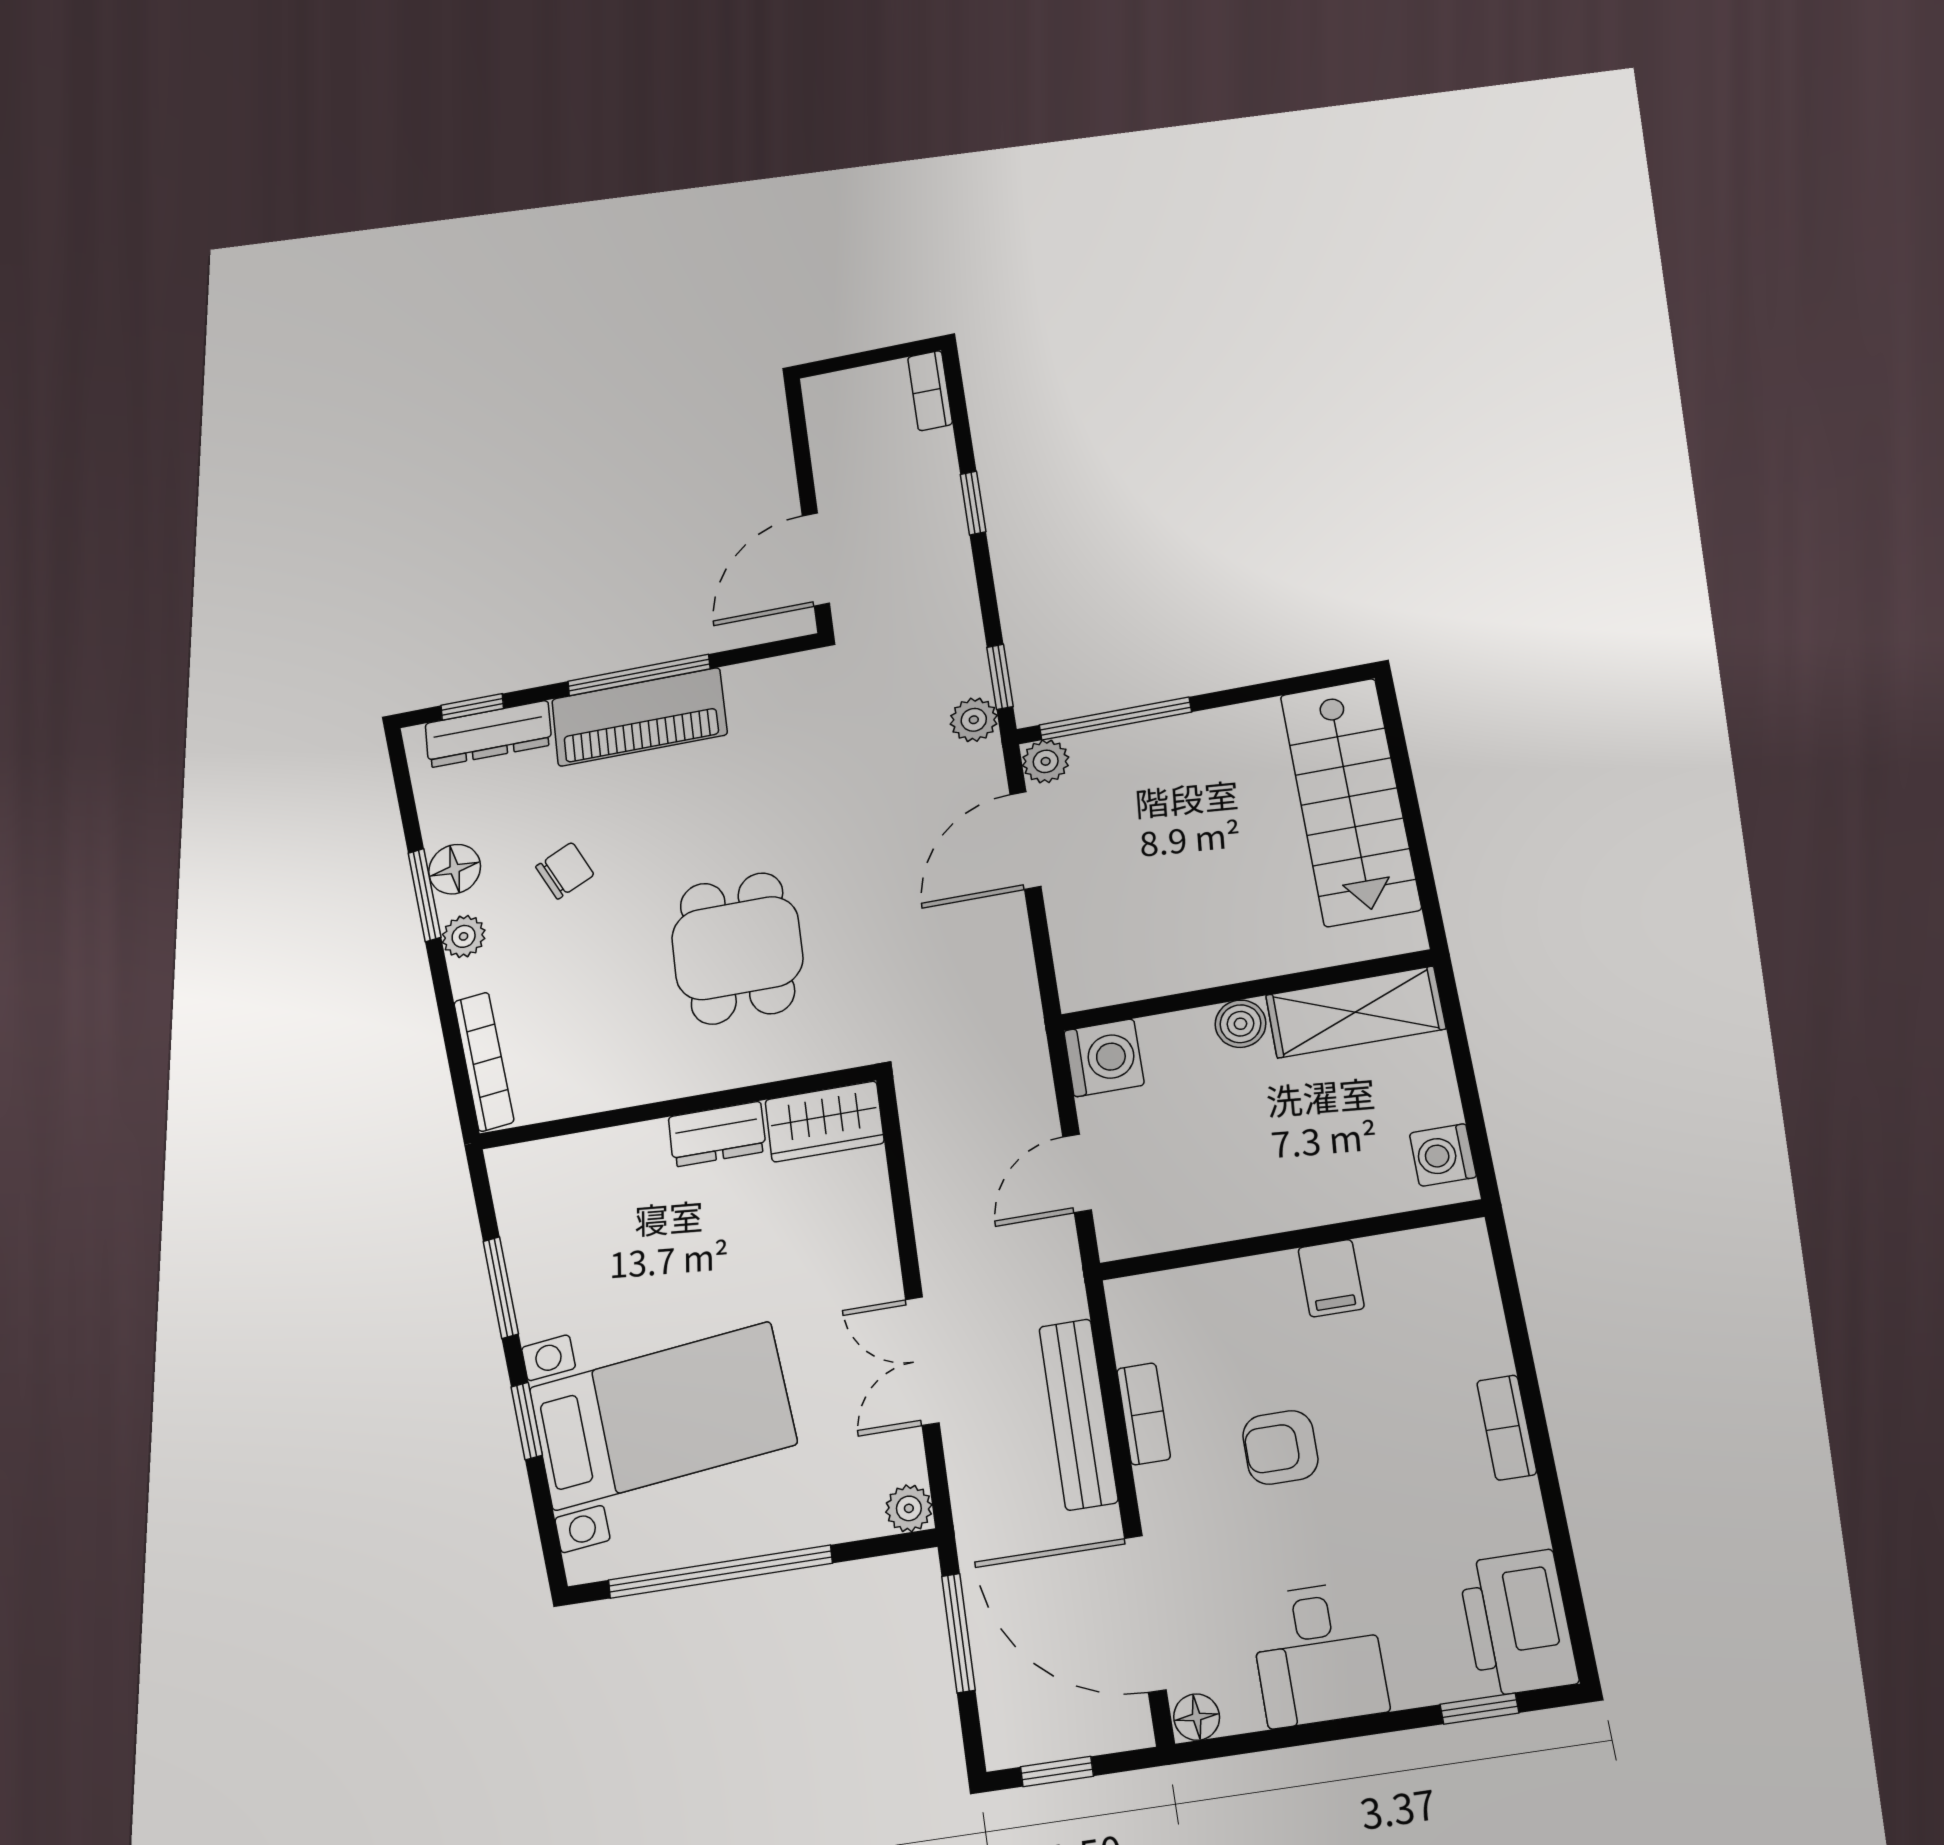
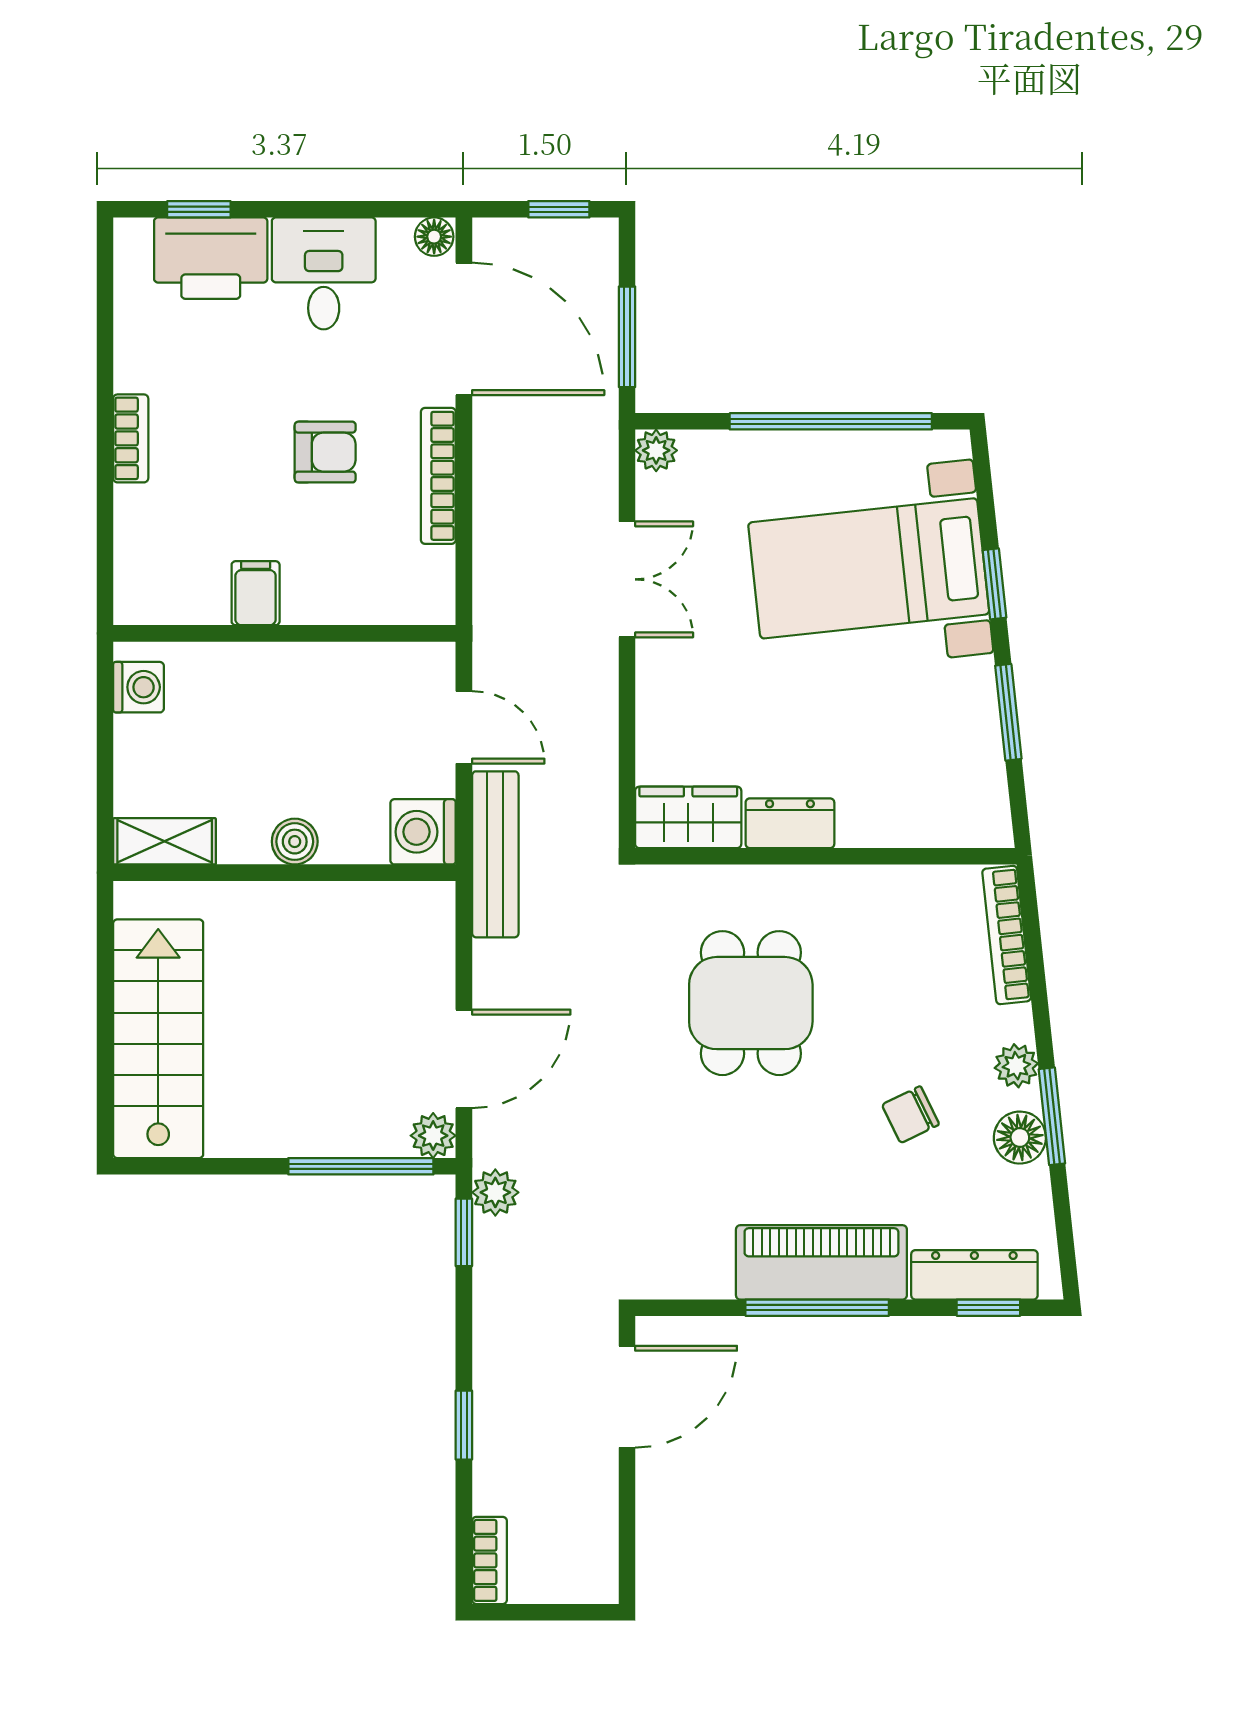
shelving: (1355, 1012) -> (165, 841), width x0.67, depth x0.75
door: (1077, 1173) -> (464, 727), hinge flipped
bench: (1078, 1414) -> (495, 854), moved
bookcase: (1144, 1414) -> (438, 476), width x1.56
printer: (1518, 1623) -> (211, 258), moved, turned 90

